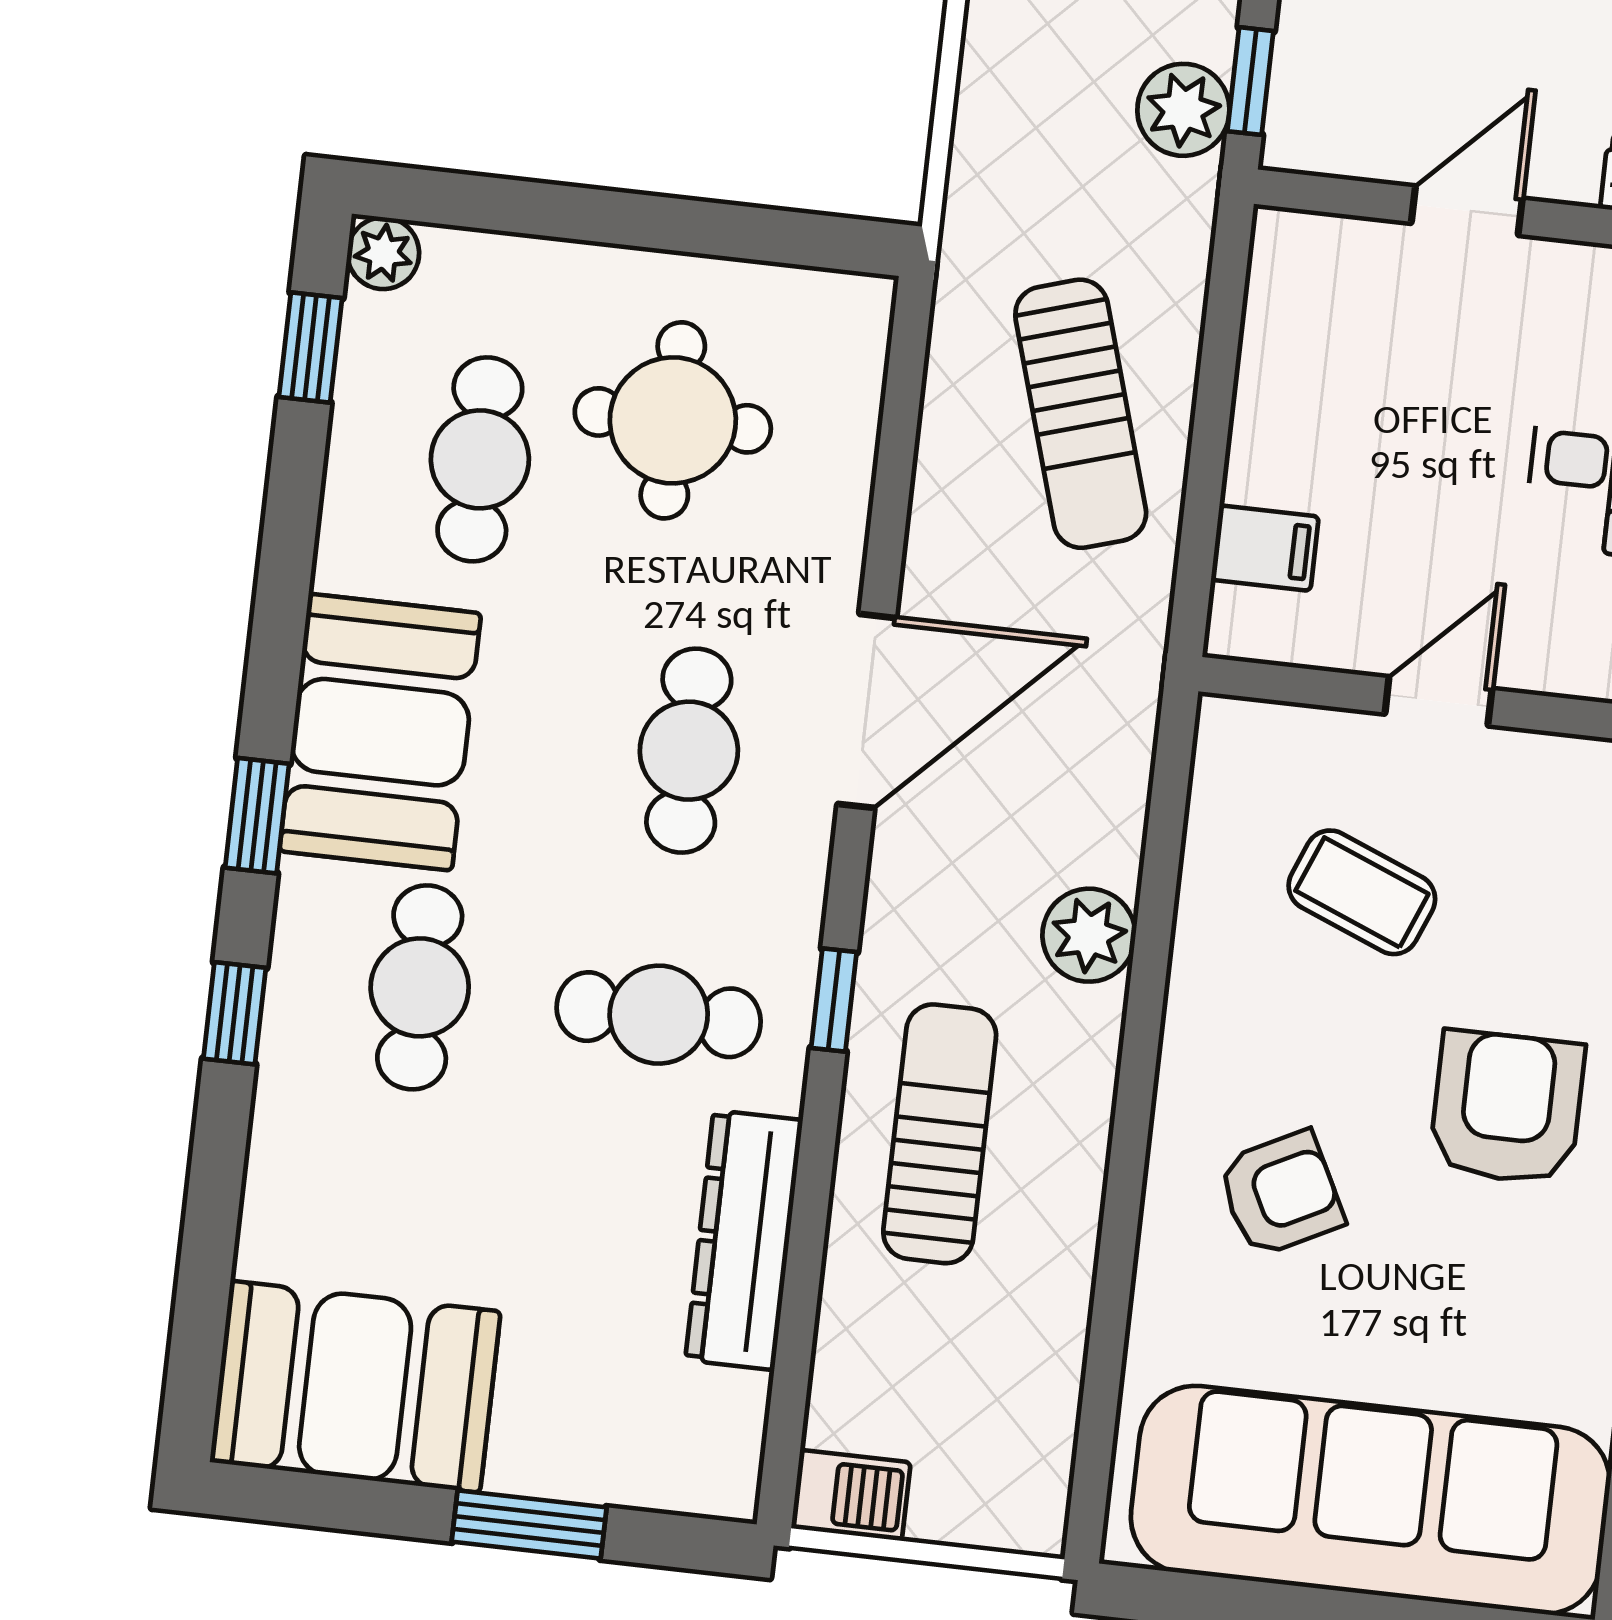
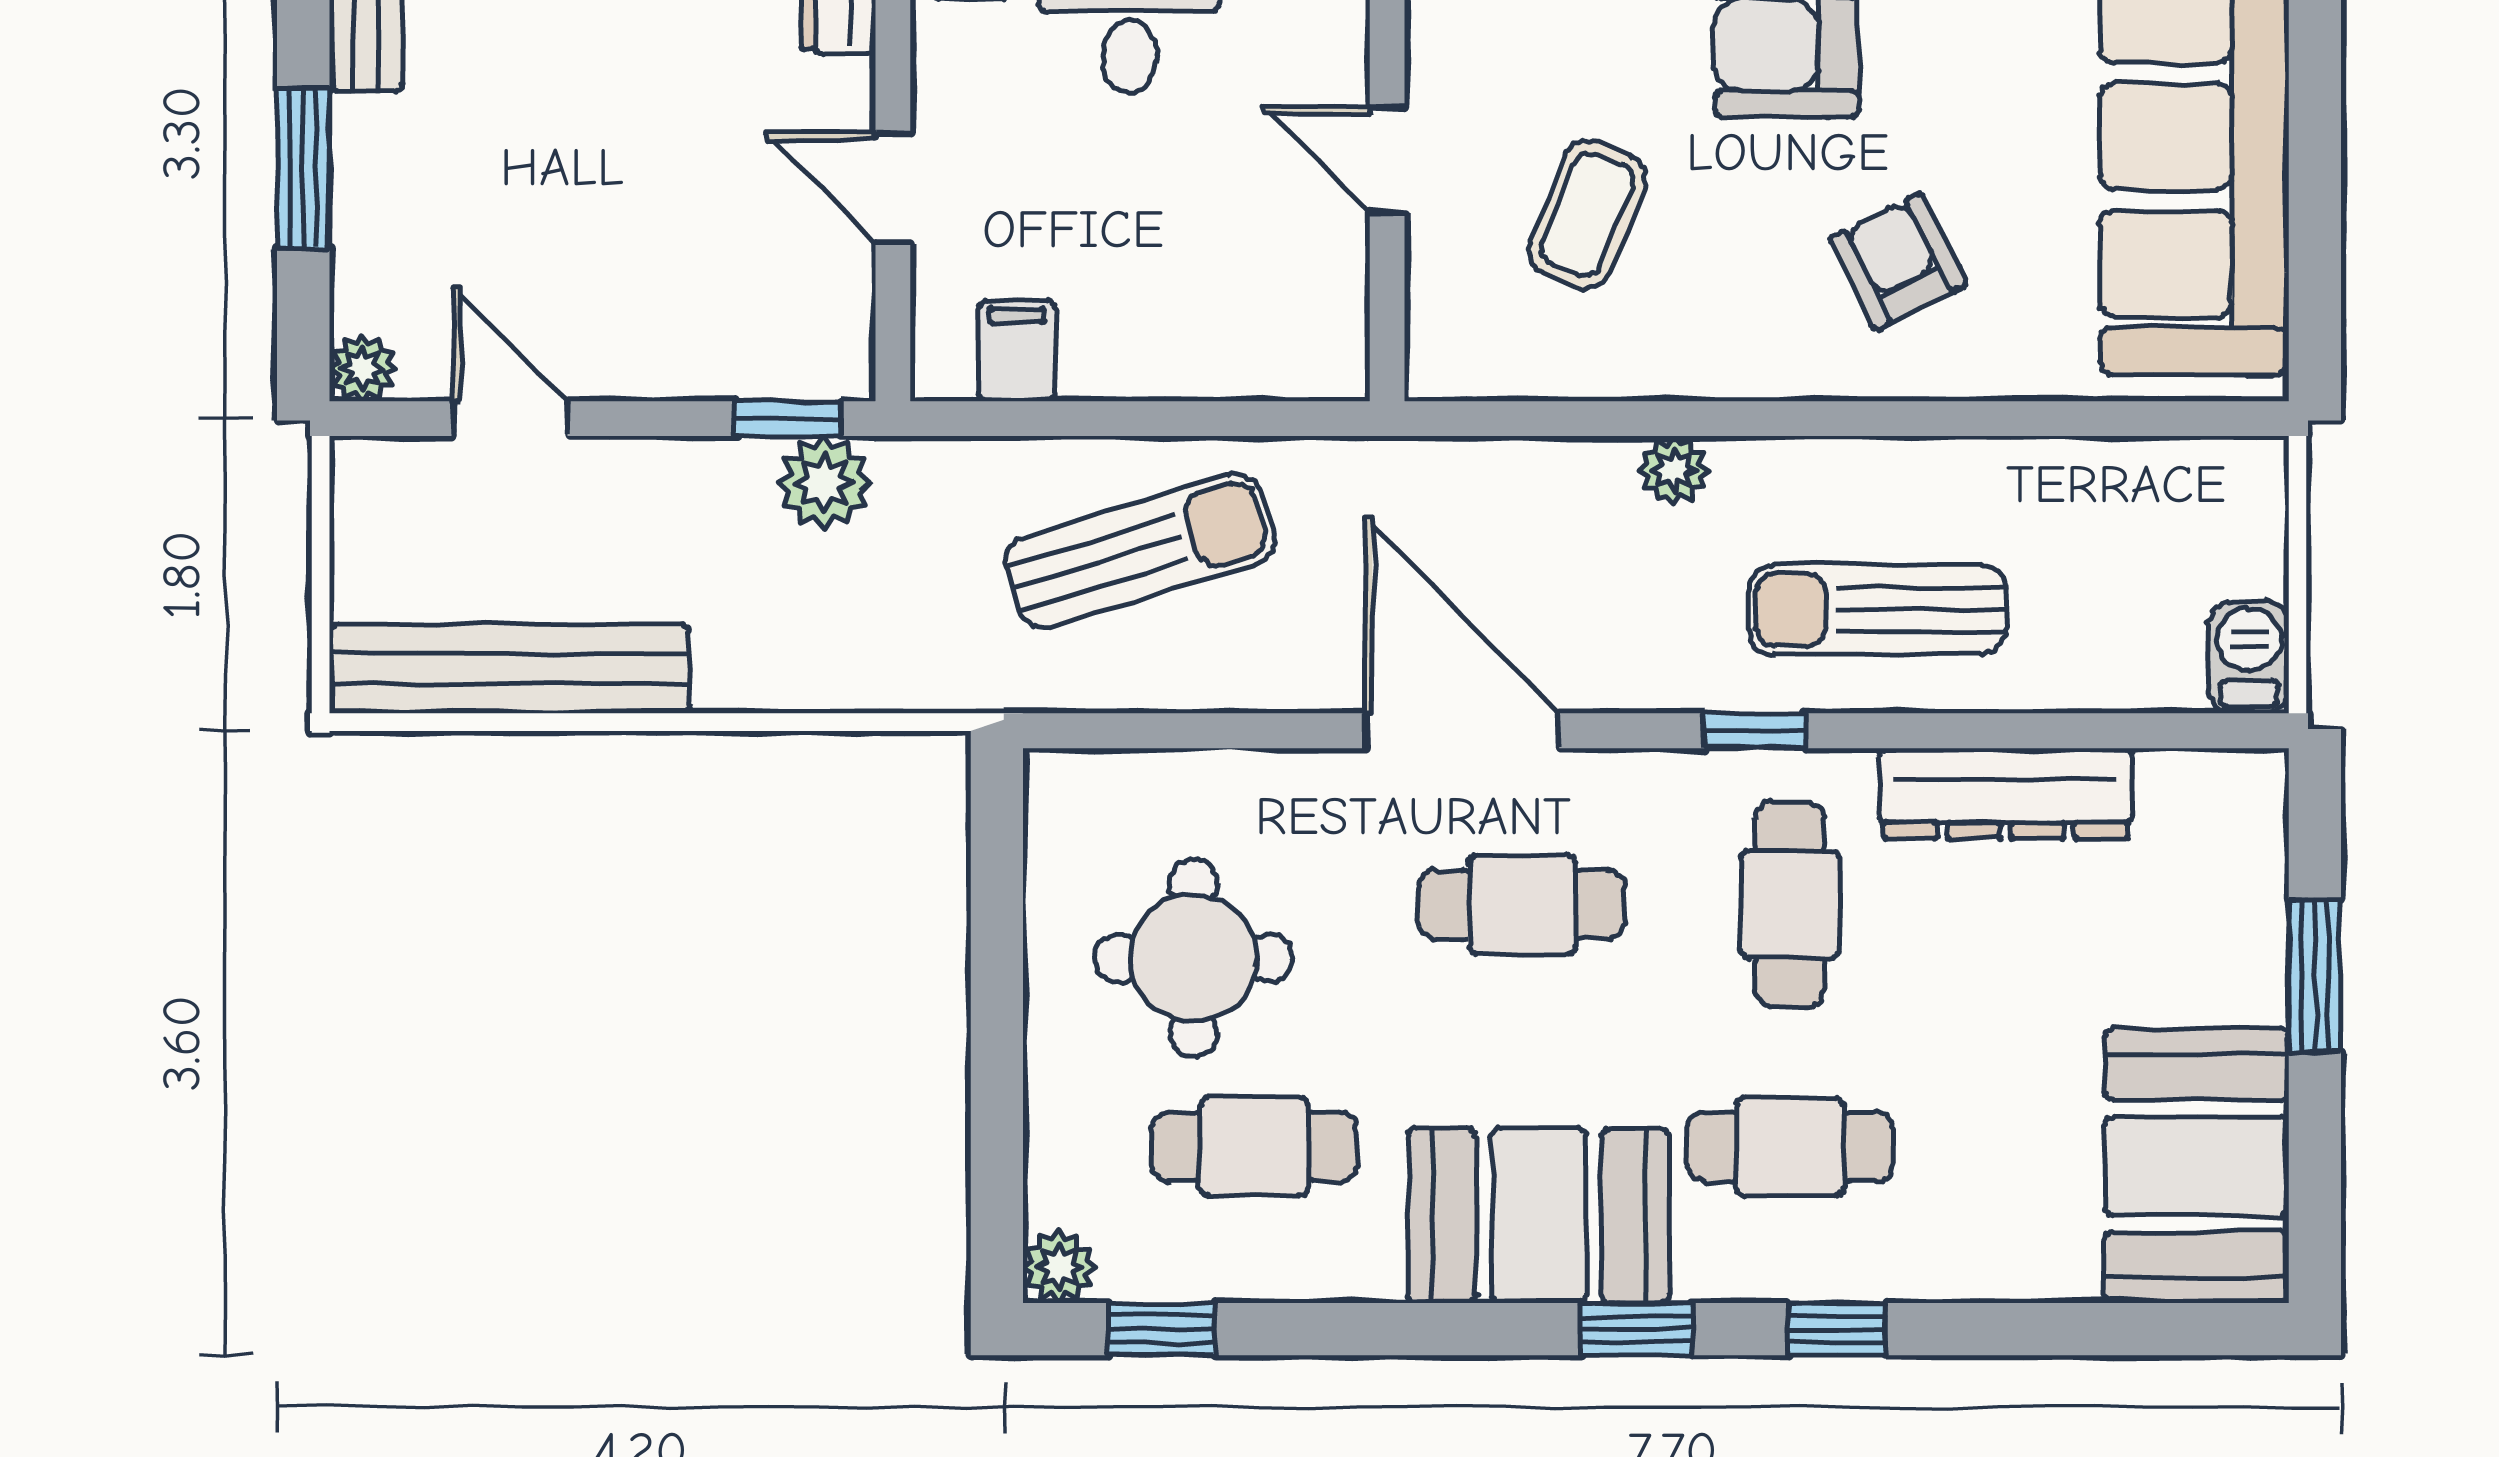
filing cabinet: (1265, 548) -> (1017, 351), moved
plant: (1089, 935) -> (1674, 470), width x0.73, depth x0.73

